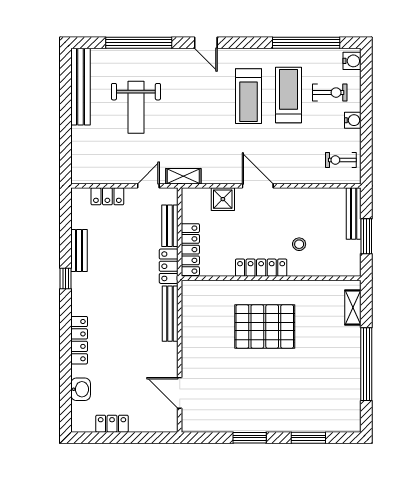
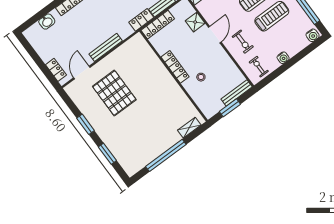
exercise bike: (330, 93) -> (243, 42), moved
bench: (170, 314) -> (106, 47), moved
pallet: (265, 326) -> (114, 93), moved
locker: (112, 424) -> (56, 70), moved

